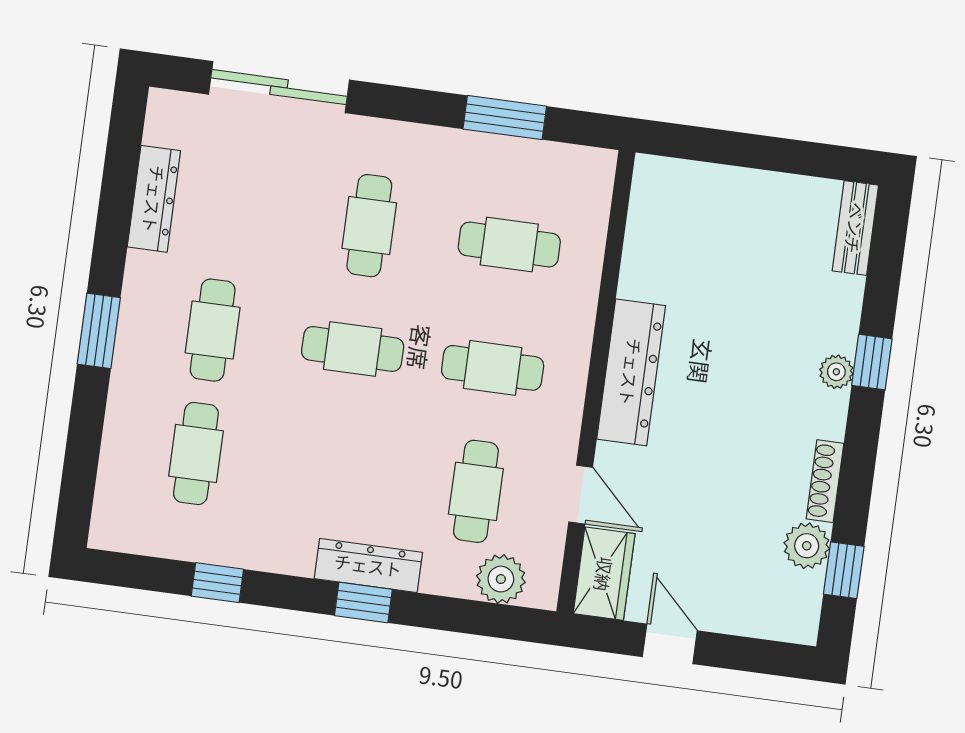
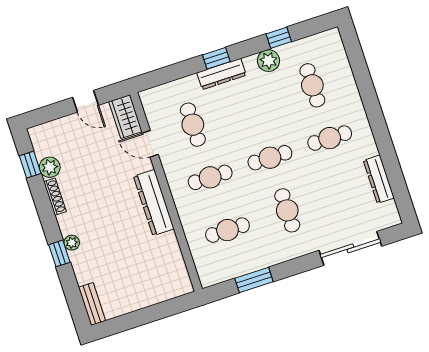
cafe table: (213, 330) -> (330, 138), turned 90
window: (99, 331) -> (375, 116), removed
plant: (501, 579) -> (268, 61), moved

